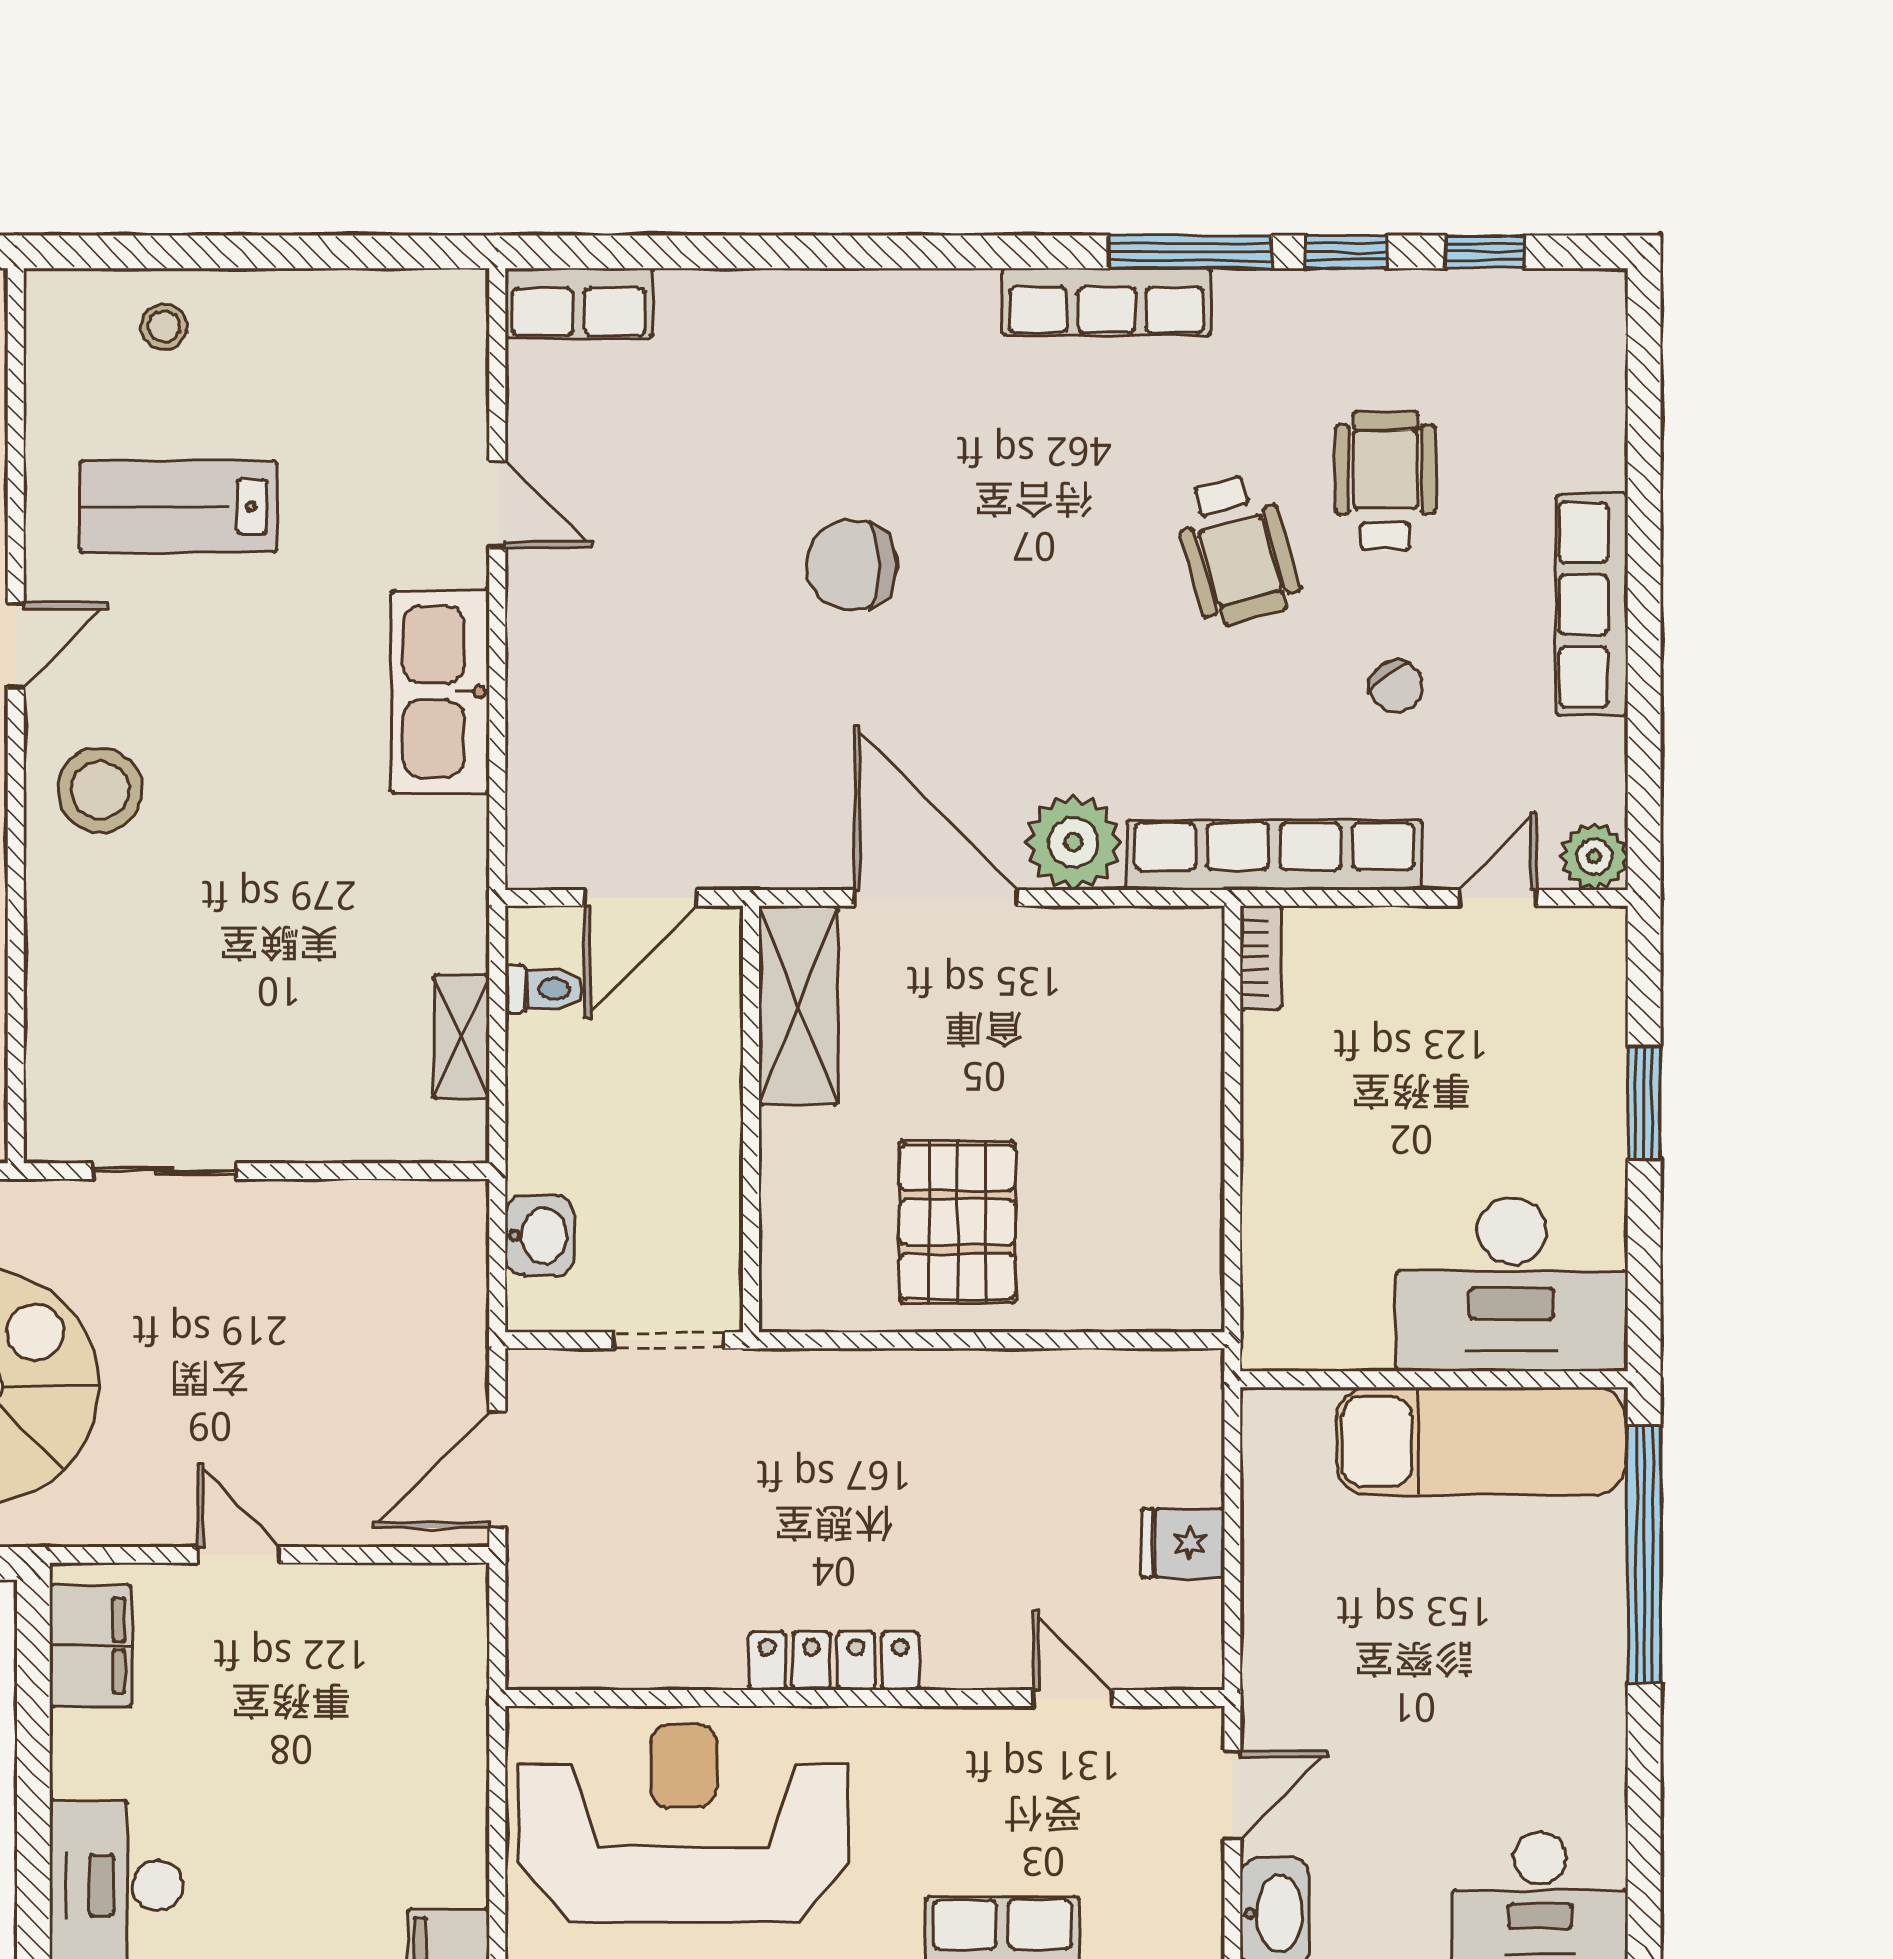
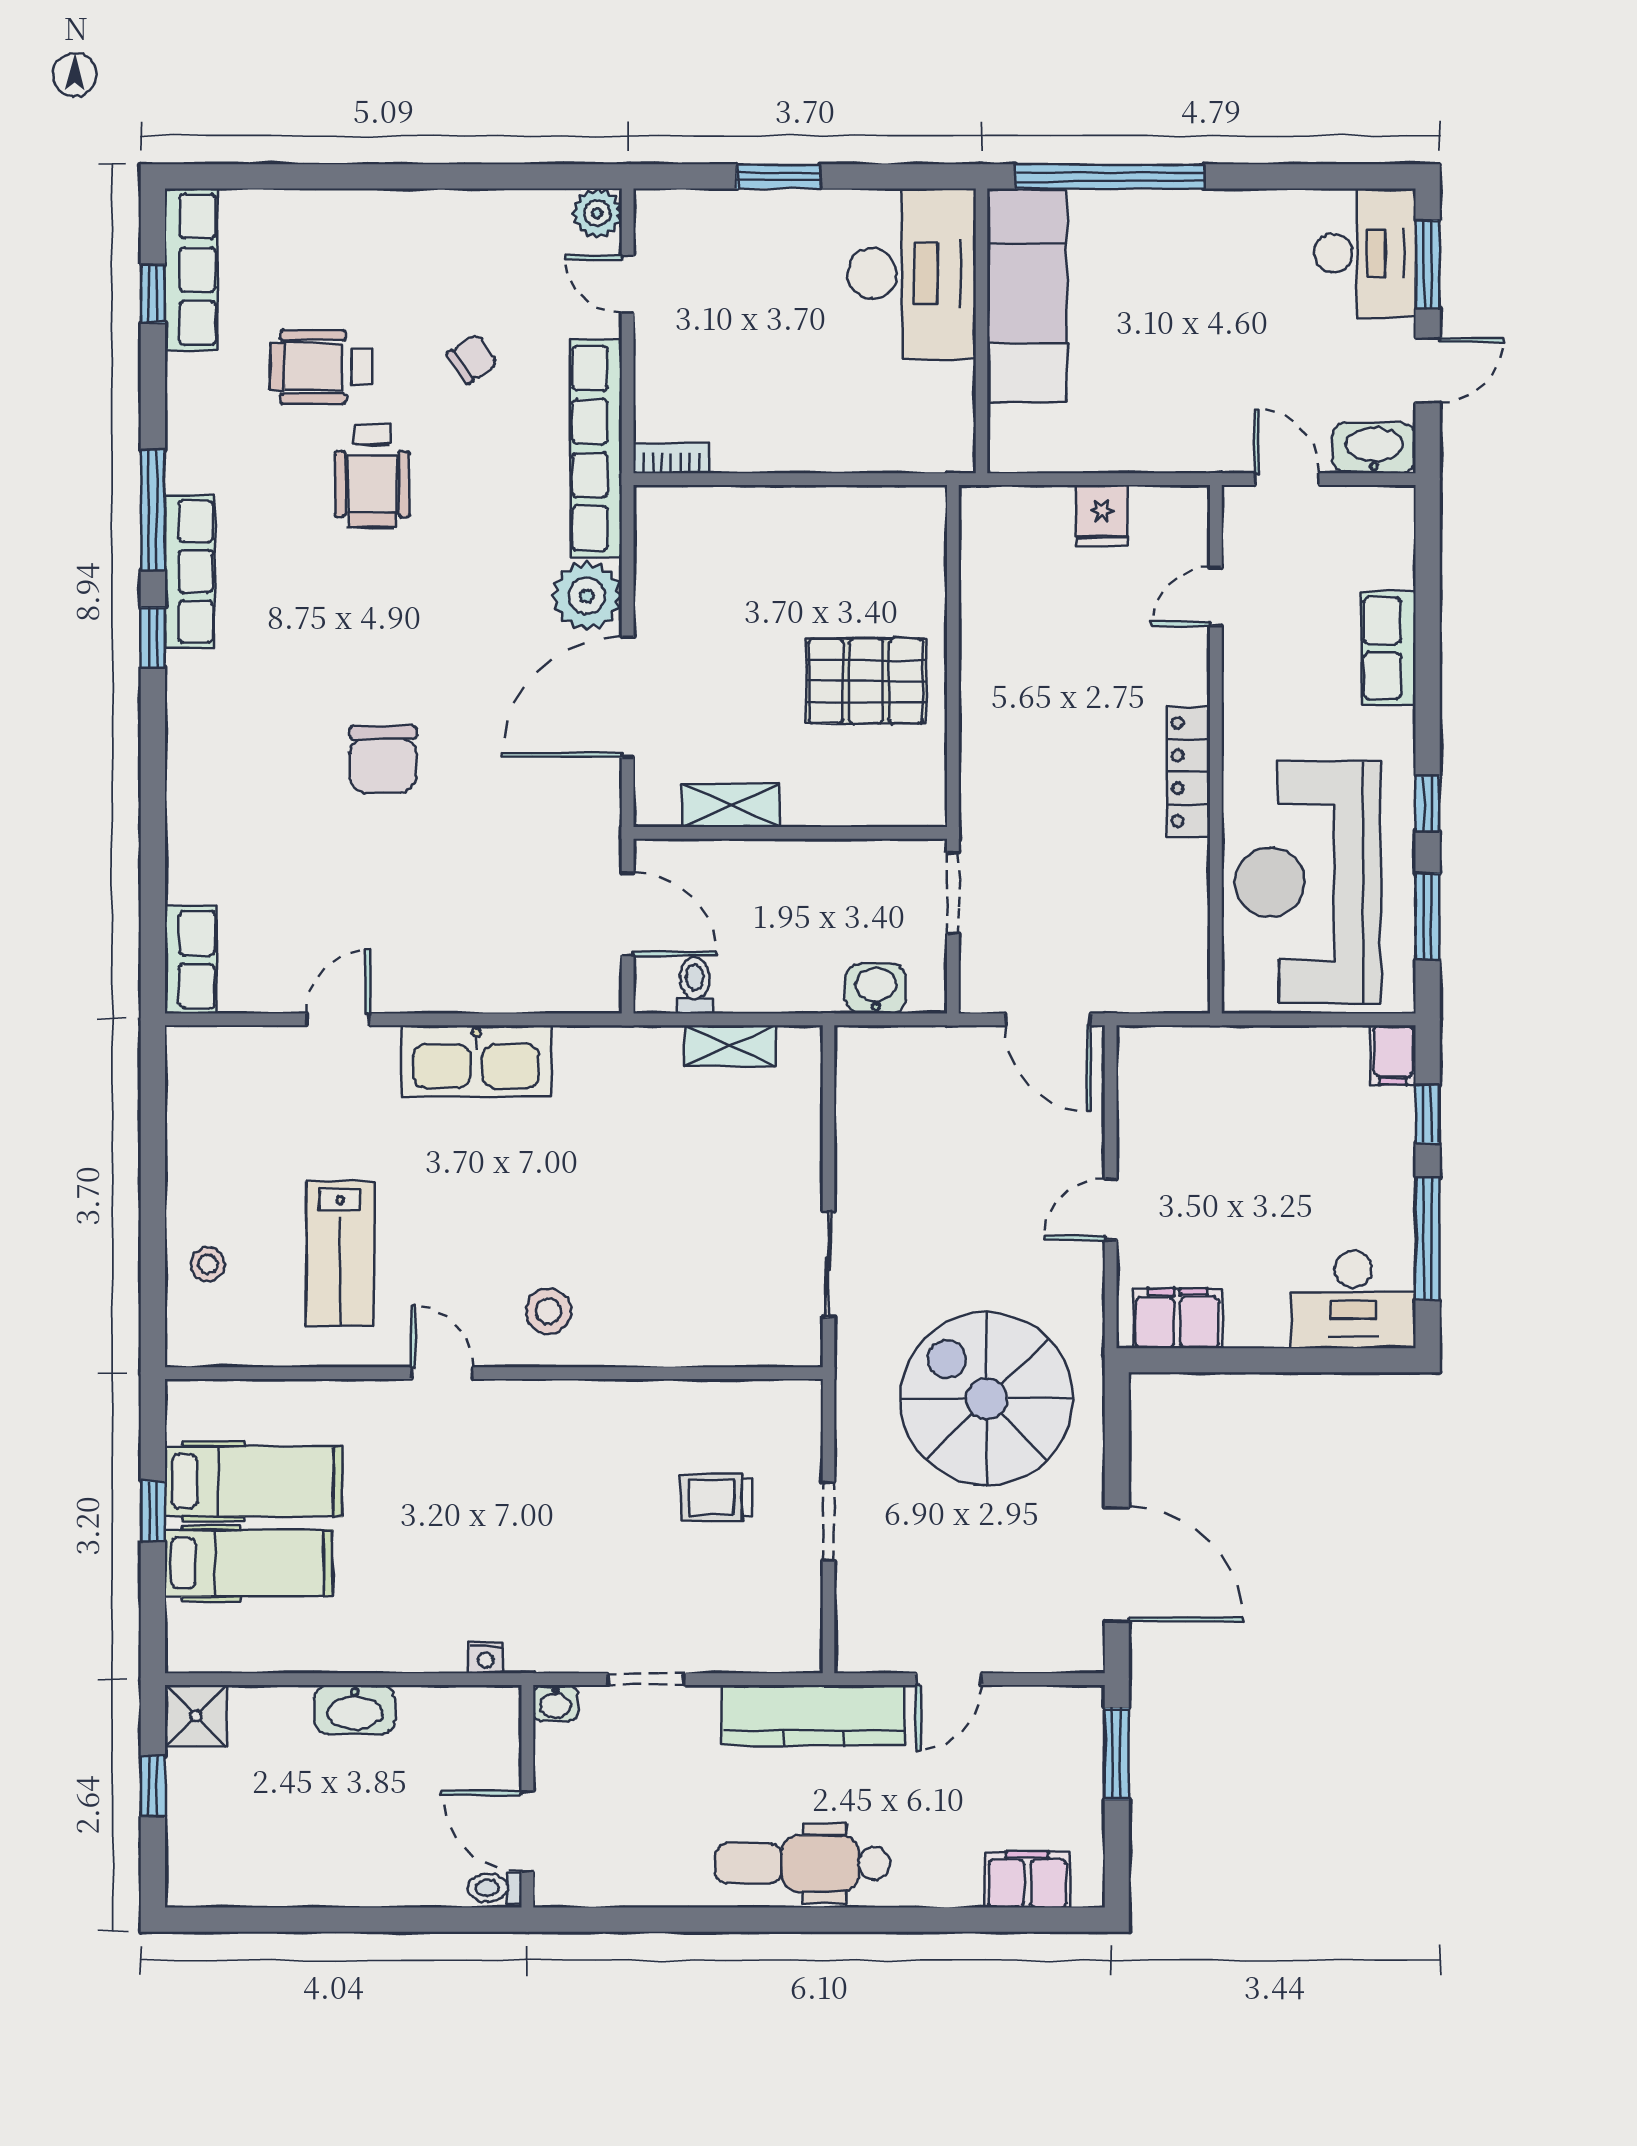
window: (1346, 252) -> (153, 637), moved
wheelchair: (1237, 550) -> (372, 476), turned 106
row of seats: (1592, 605) -> (191, 270), moved, turned -90
stool: (100, 790) -> (548, 1311), width x0.73, depth x0.73
shelving: (798, 1006) -> (731, 805), width x0.67, depth x0.75

